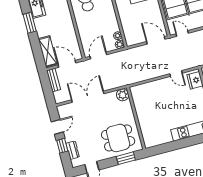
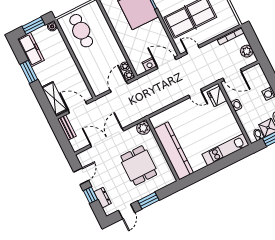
nightstand: (140, 39) -> (149, 64), added
door: (98, 56) -> (119, 87), moved
kitchen counter: (146, 121) -> (174, 151), added
dining table: (118, 138) -> (139, 165), moved, turned 90
window: (126, 158) -> (148, 201), moved

